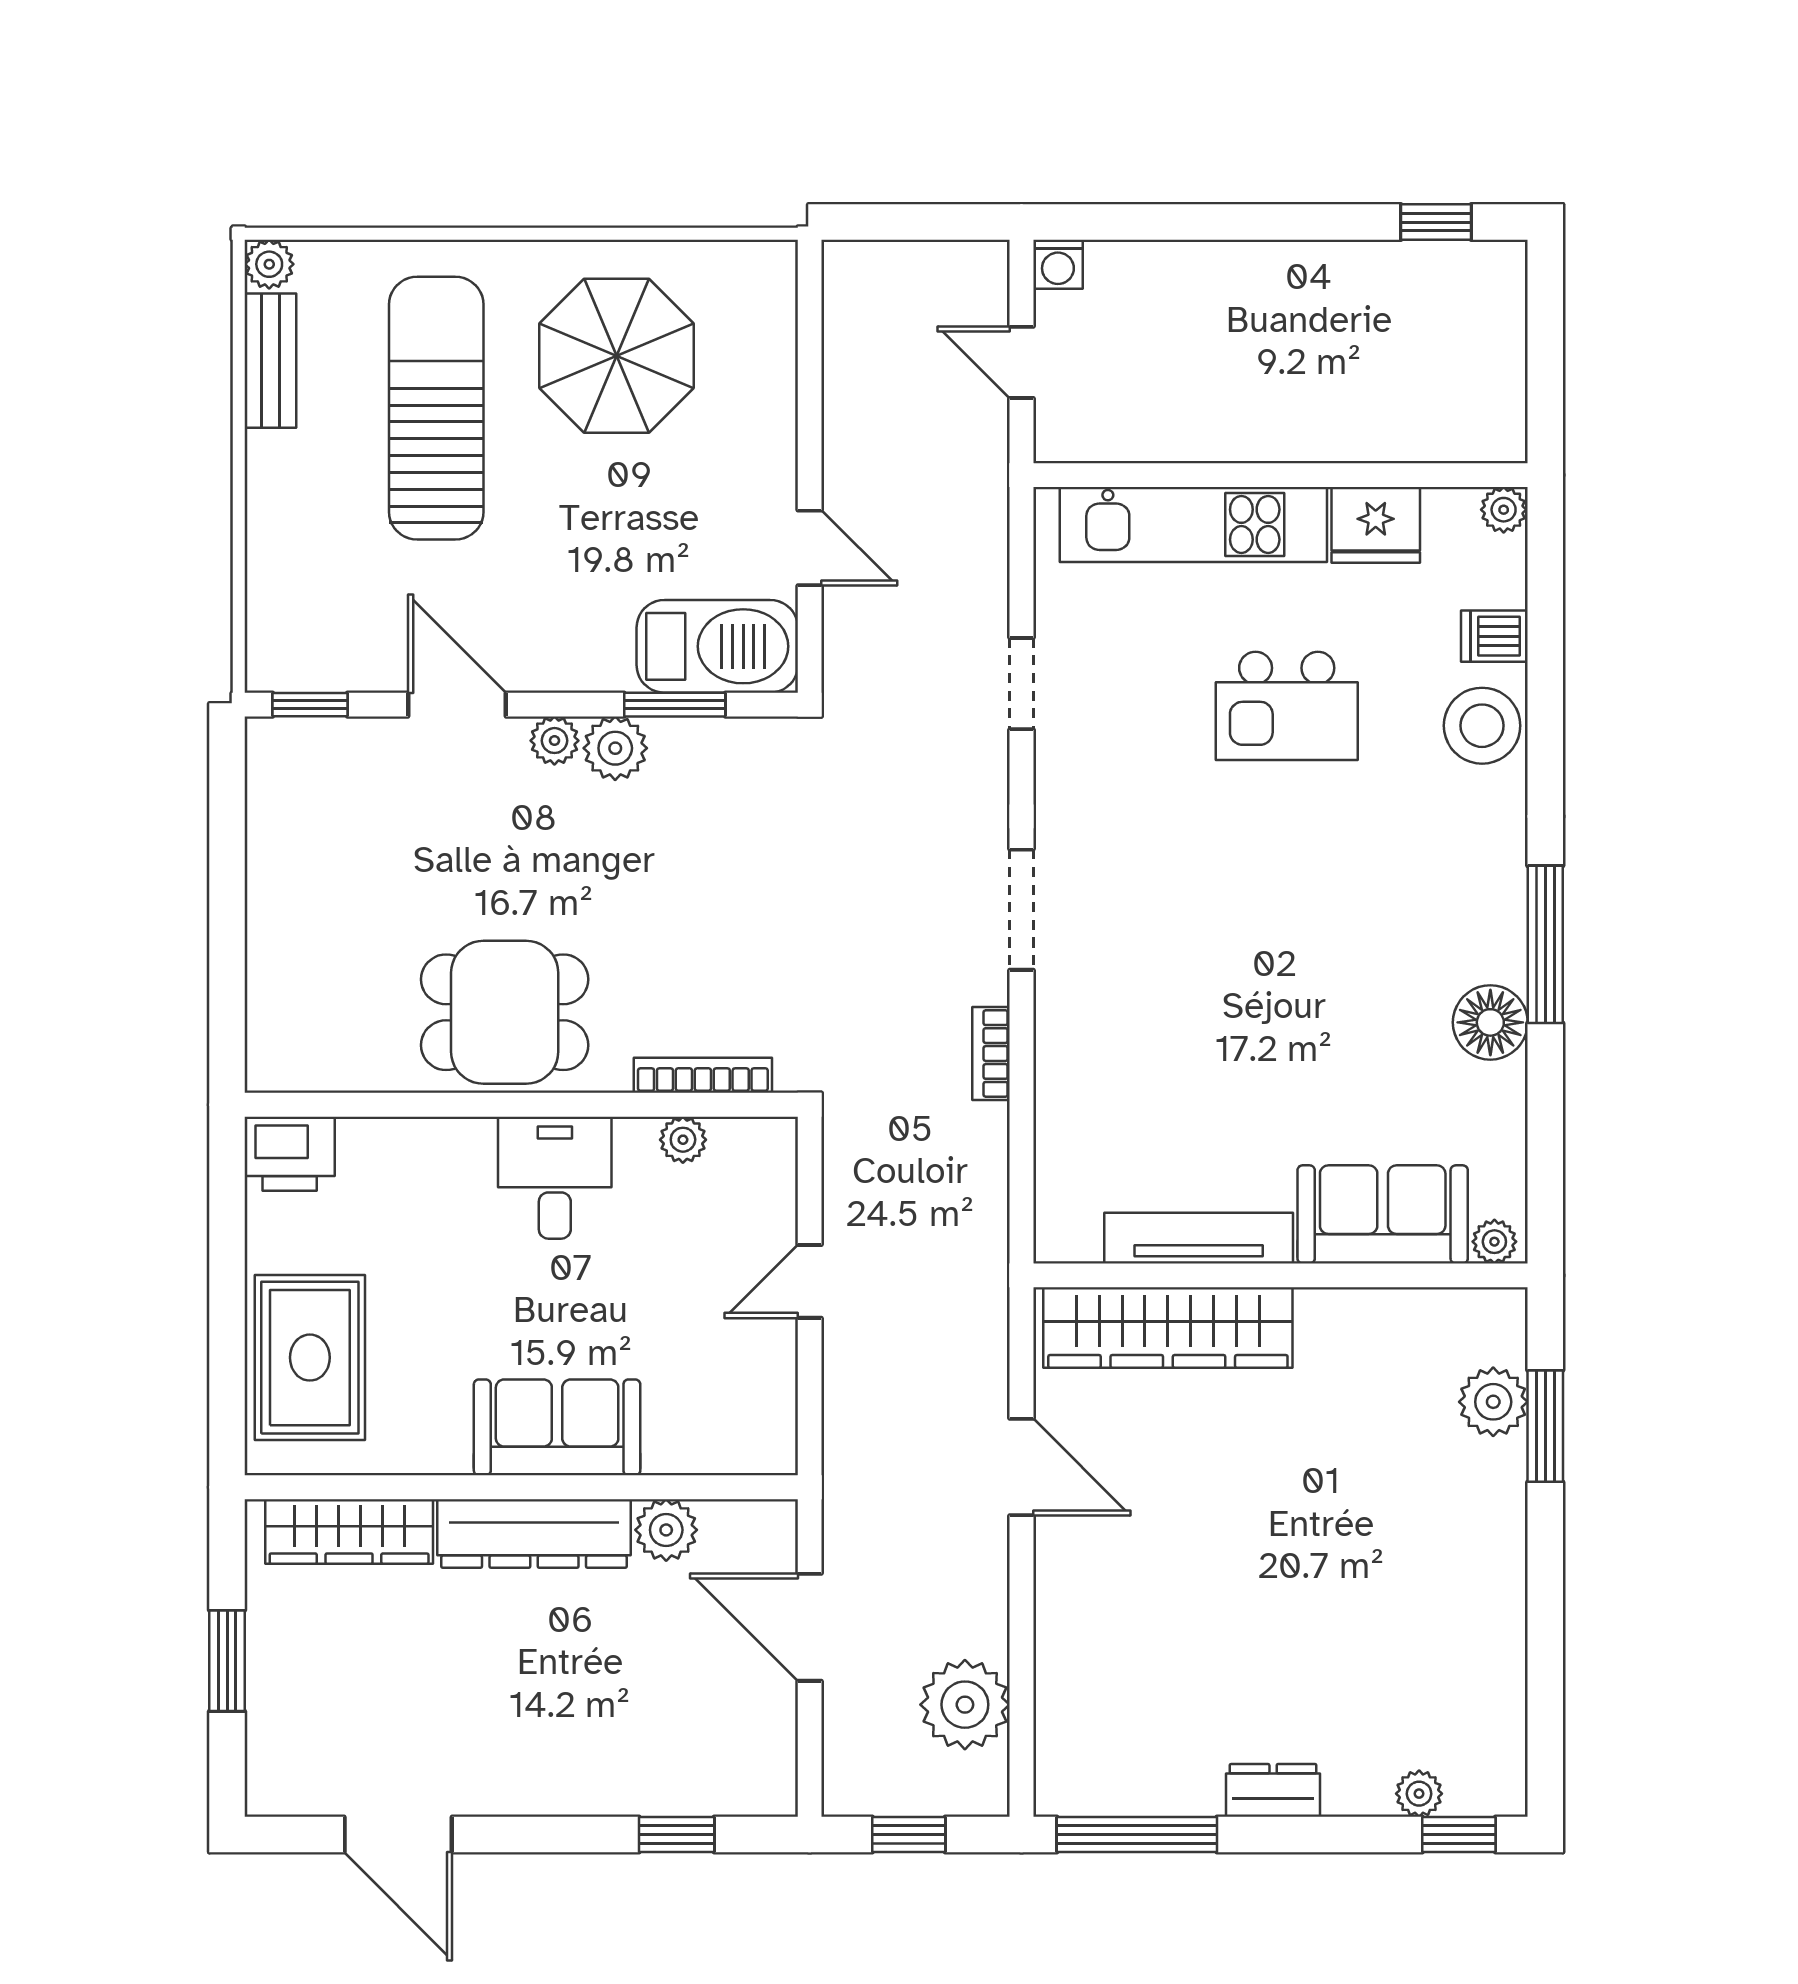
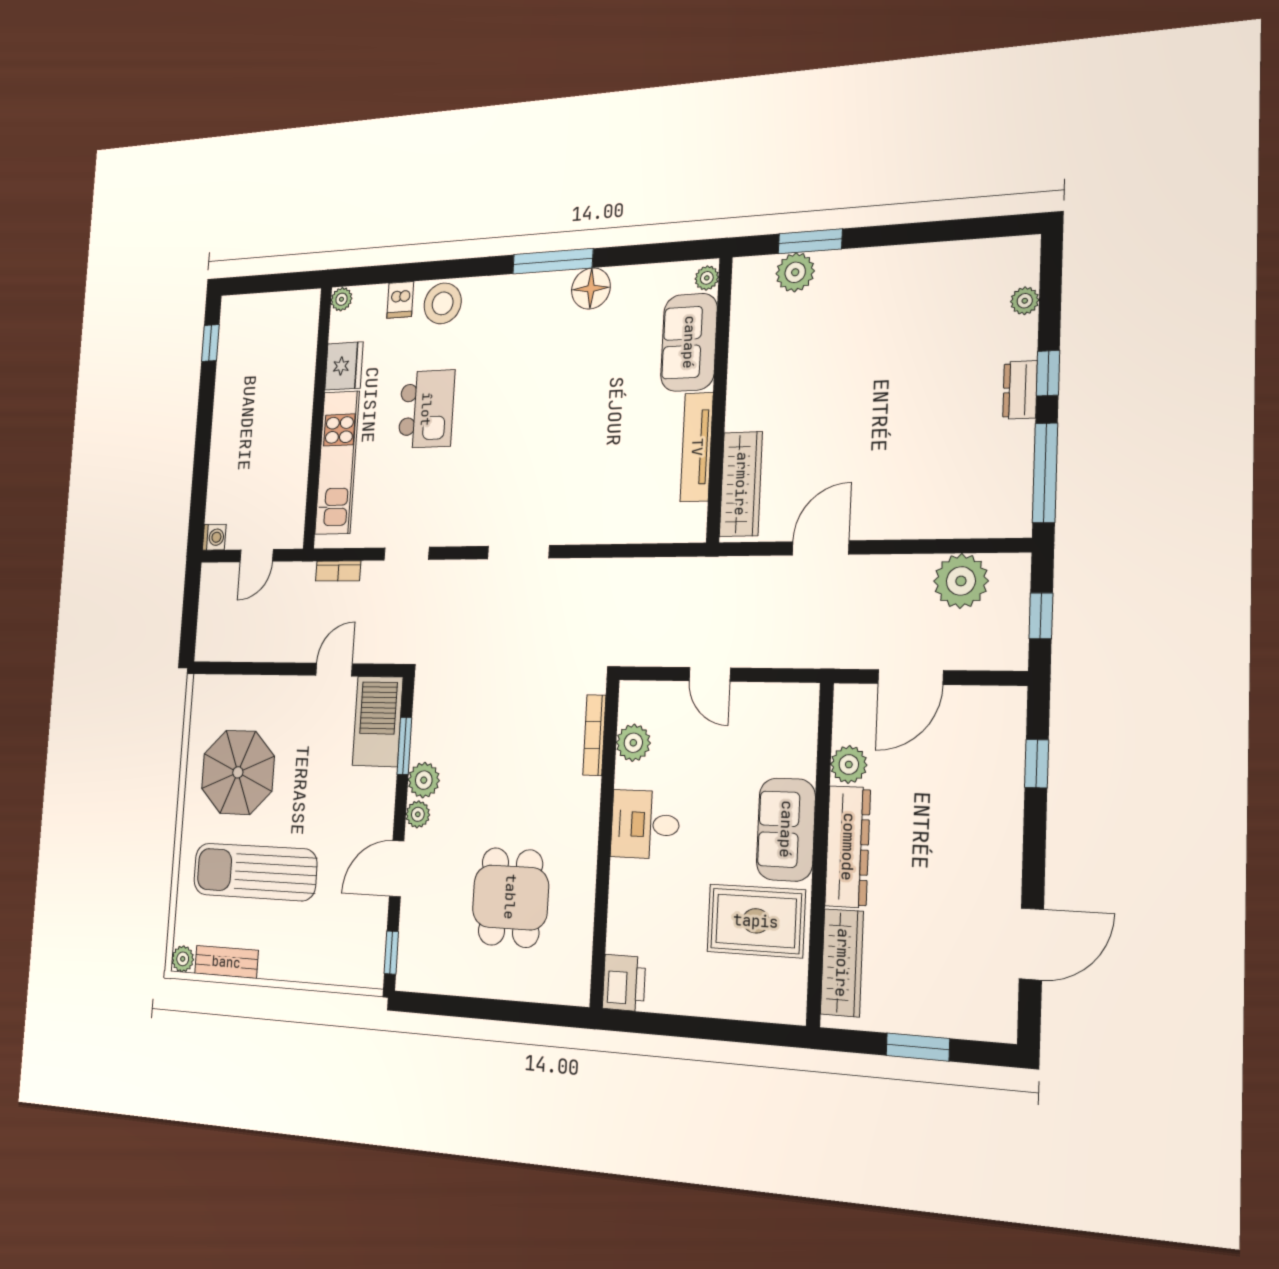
dining table: (505, 1012) -> (510, 897), moved
bookcase: (991, 1054) -> (338, 571), moved
plant: (683, 1140) -> (633, 743), width x1.38, depth x1.38
wardrobe: (1168, 1327) -> (741, 484), width x0.71, depth x0.85
rug: (310, 1358) -> (756, 921), moved
window: (1459, 1834) -> (1048, 373), moved

